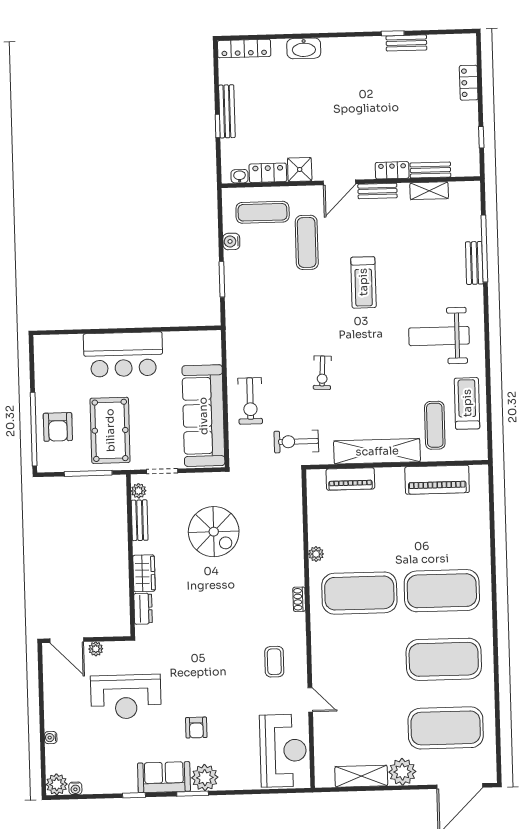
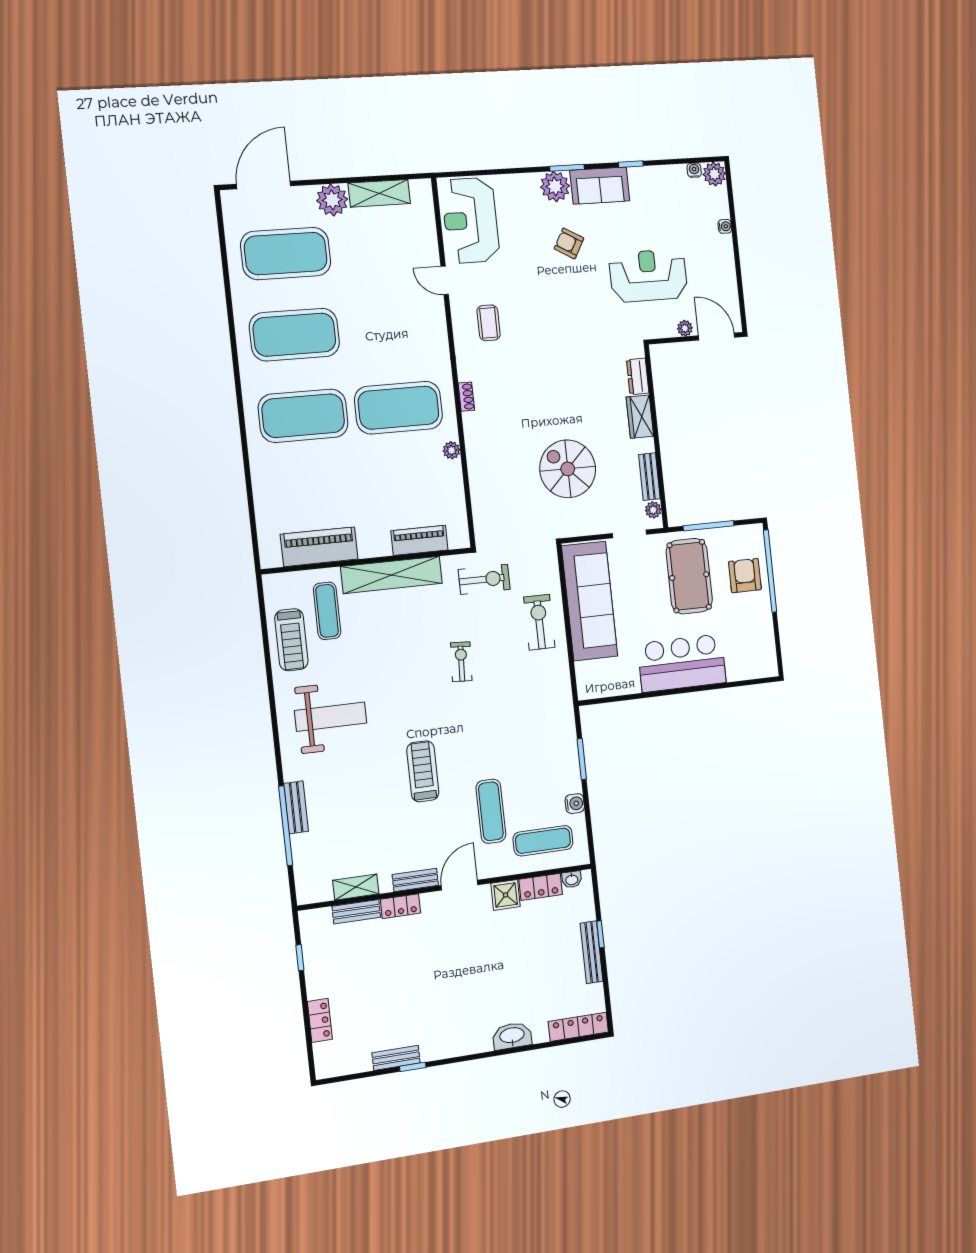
armchair: (196, 728) -> (569, 243), turned -60

